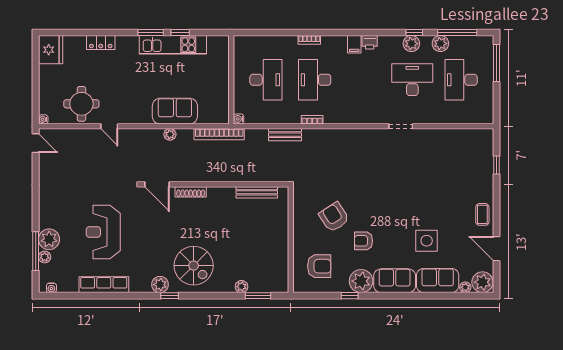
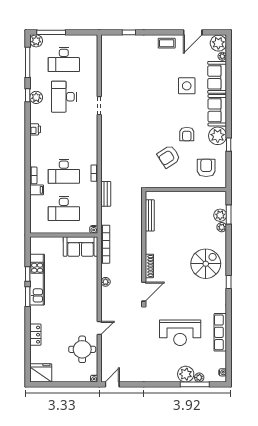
filing cabinet: (354, 44) -> (37, 190), moved
plant: (440, 44) -> (36, 41), moved
desk: (266, 80) -> (64, 208), turned 180
sofa: (175, 111) -> (81, 247), moved, turned -90
plant: (160, 285) -> (220, 215), moved

